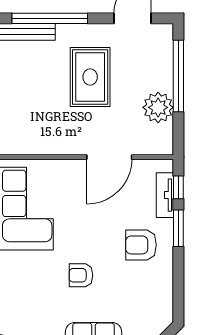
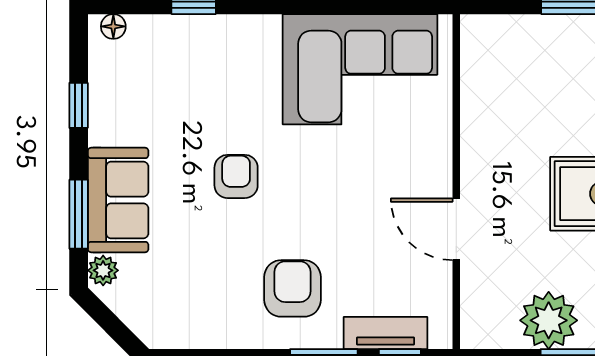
door: (109, 157) -> (456, 229), width x0.73

